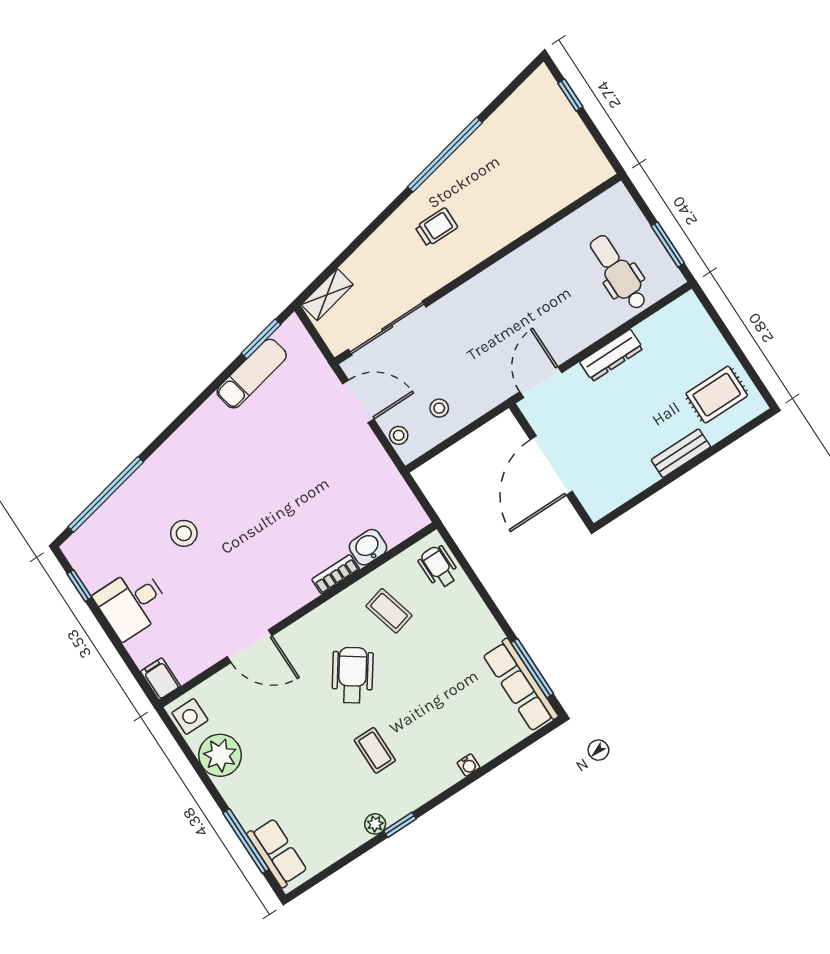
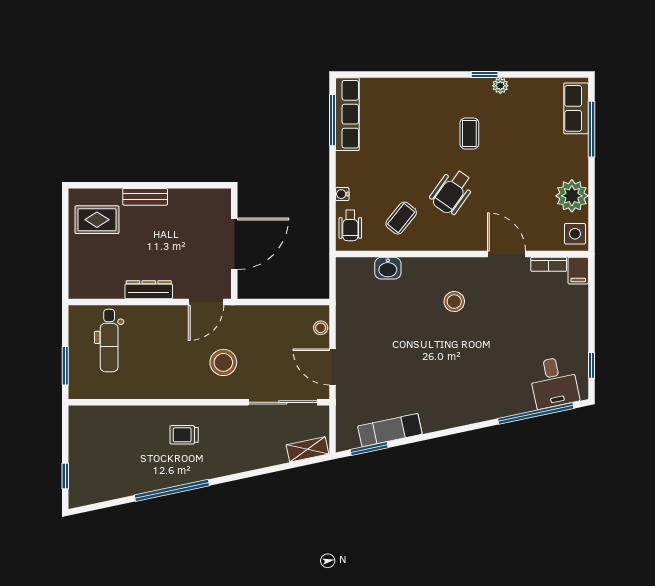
trolley: (436, 227) -> (184, 435), moved
window: (668, 244) -> (65, 366), moved
stool: (439, 408) -> (223, 362), moved, width x1.89, depth x1.89
stool: (184, 533) -> (454, 302), moved
bookcase: (336, 574) -> (549, 264), moved
desk: (132, 603) -> (554, 382), moved, turned 78
coffee table: (389, 611) -> (401, 218), turned 54
water cooler: (468, 765) -> (342, 194), moved, turned -90

